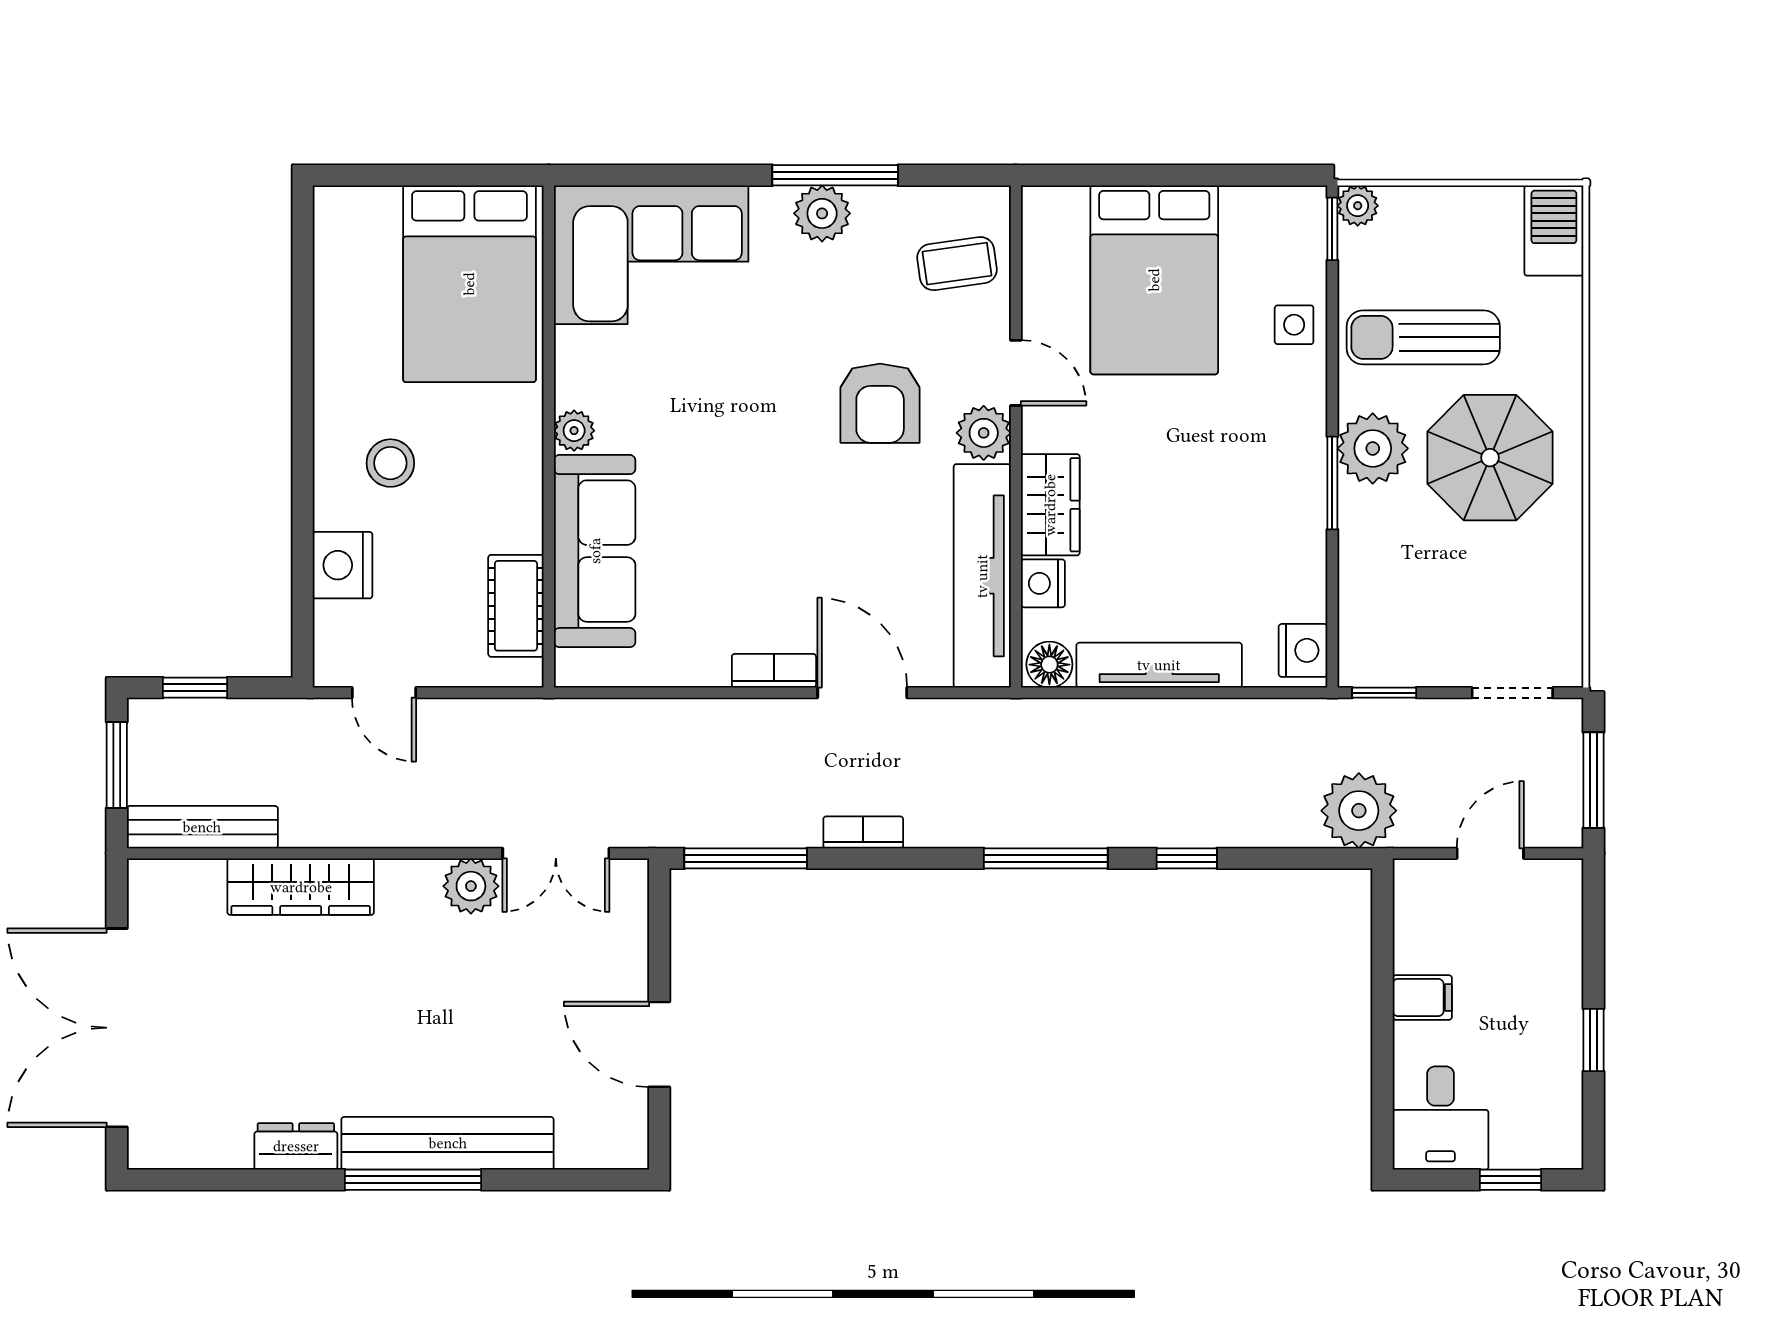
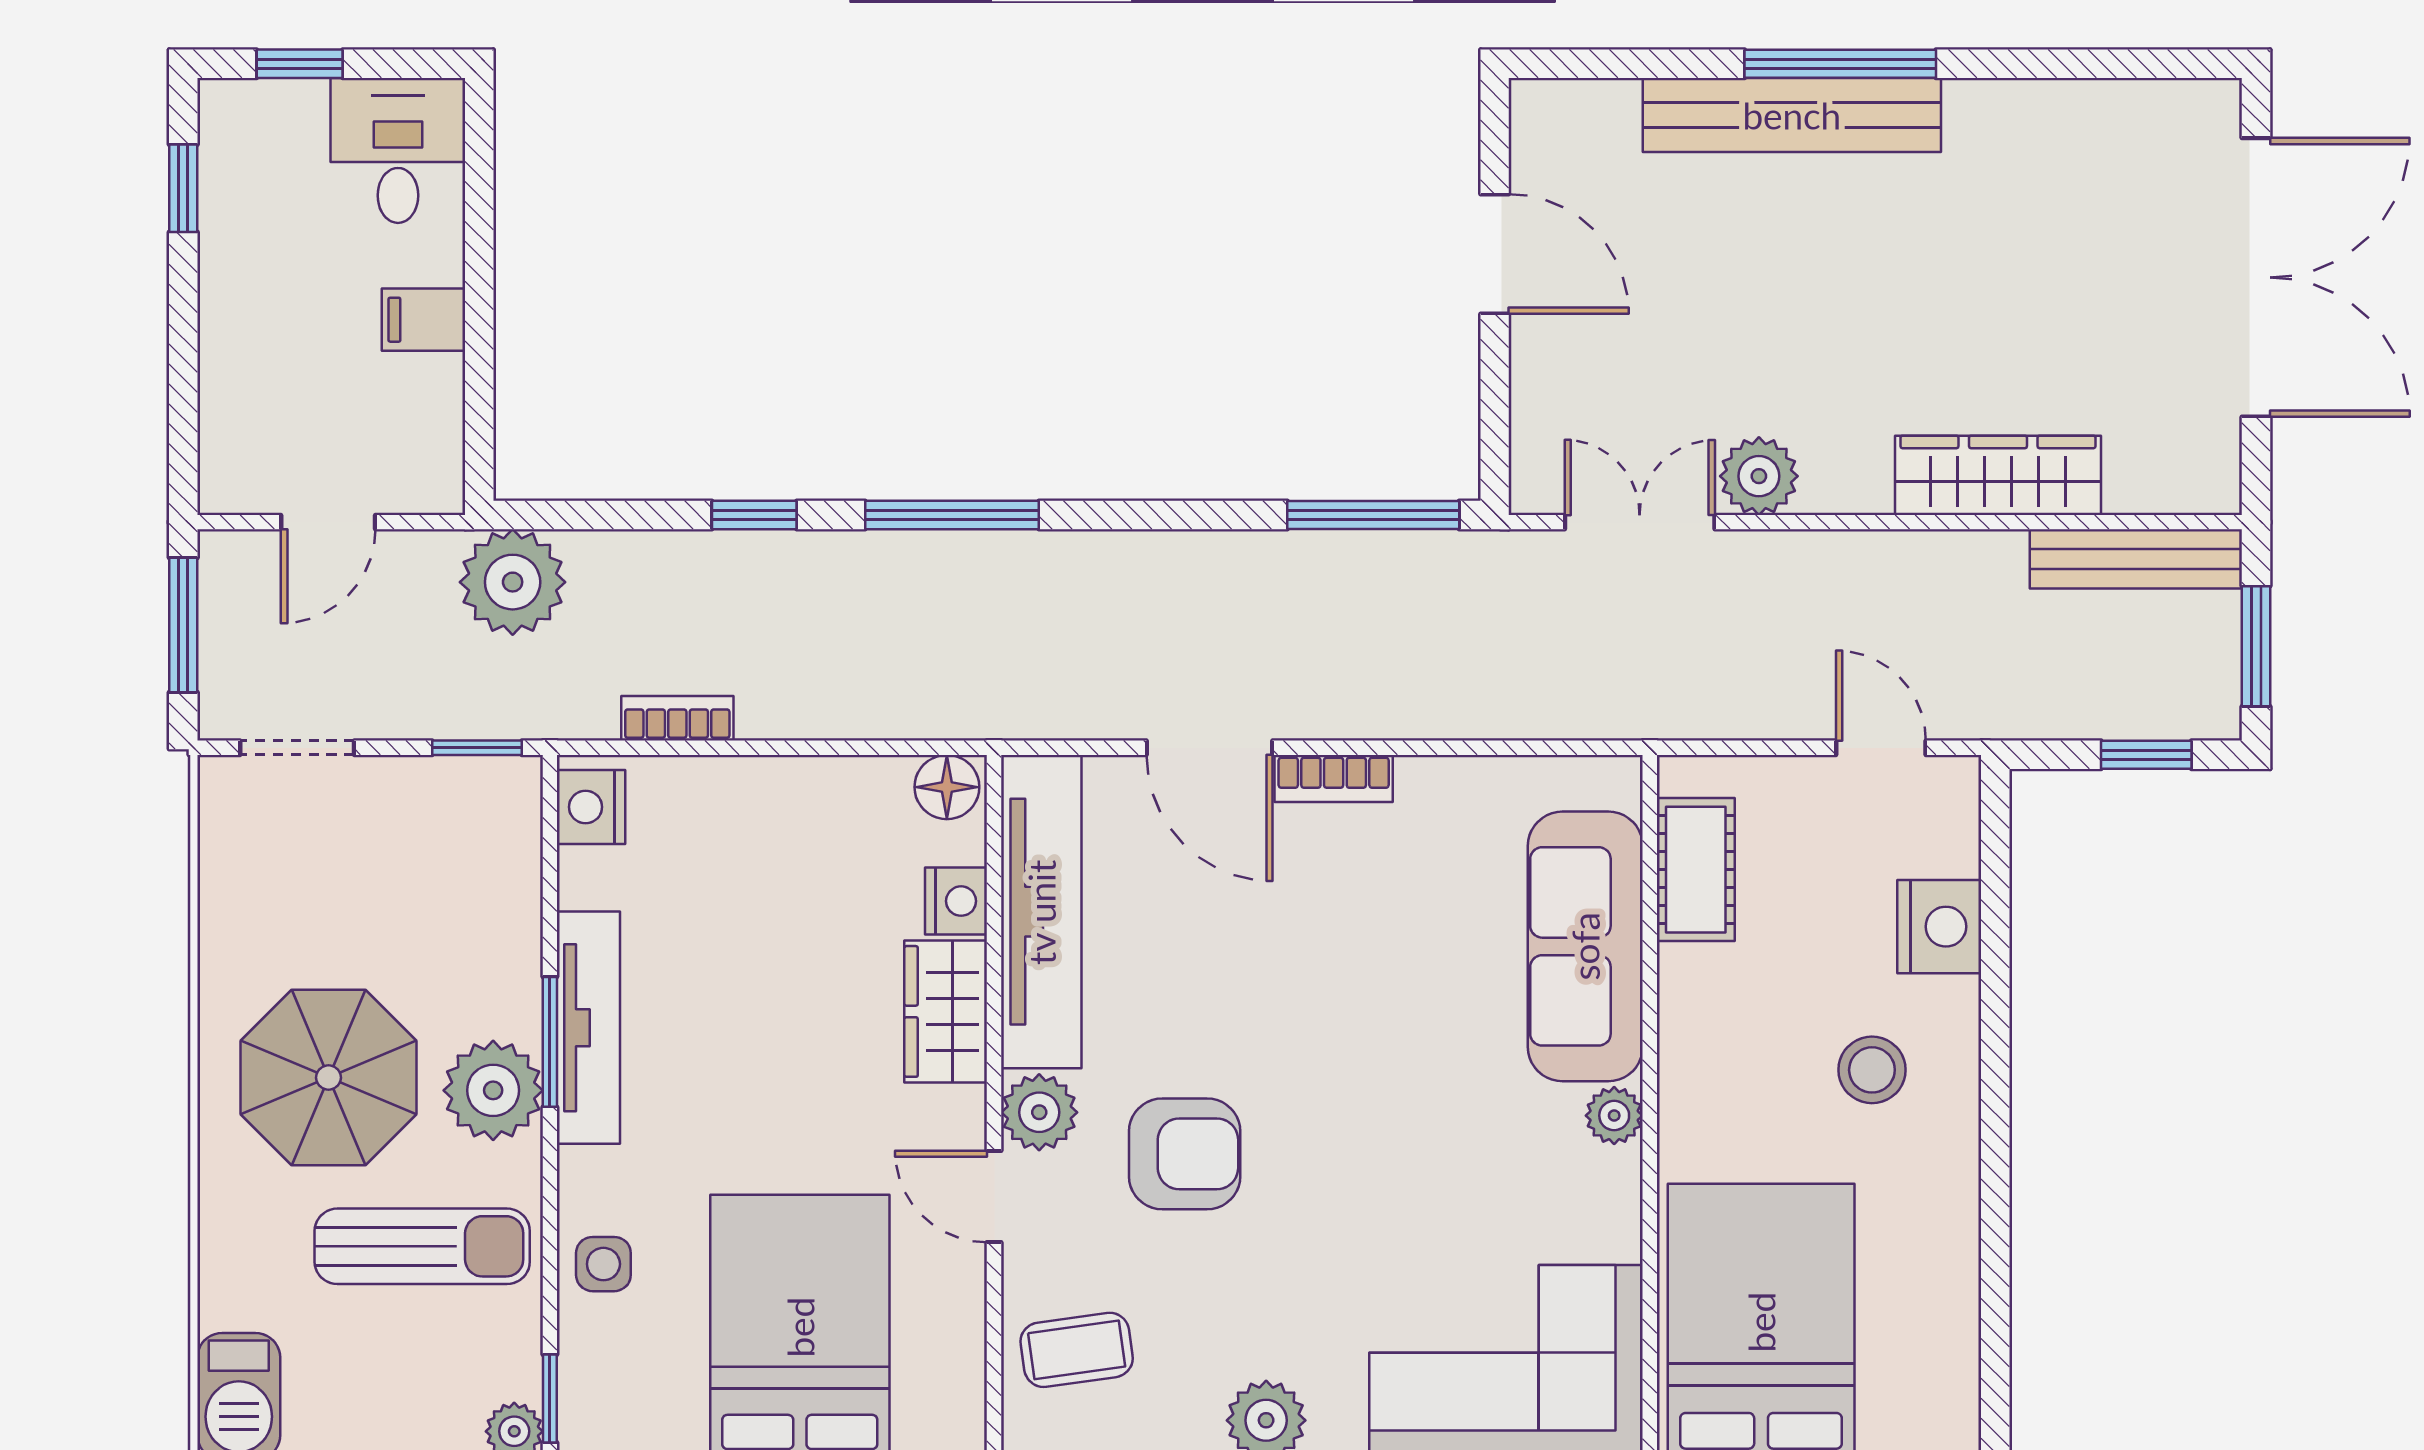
armchair: (880, 403) -> (1185, 1154), turned 90
tv unit: (1159, 665) -> (588, 1028), moved, turned -90
bookcase: (863, 832) -> (677, 718), moved, turned 180
window: (1593, 1040) -> (183, 188), moved
dresser: (296, 1146) -> (2005, 111), removed

